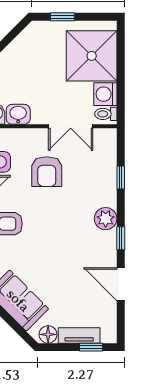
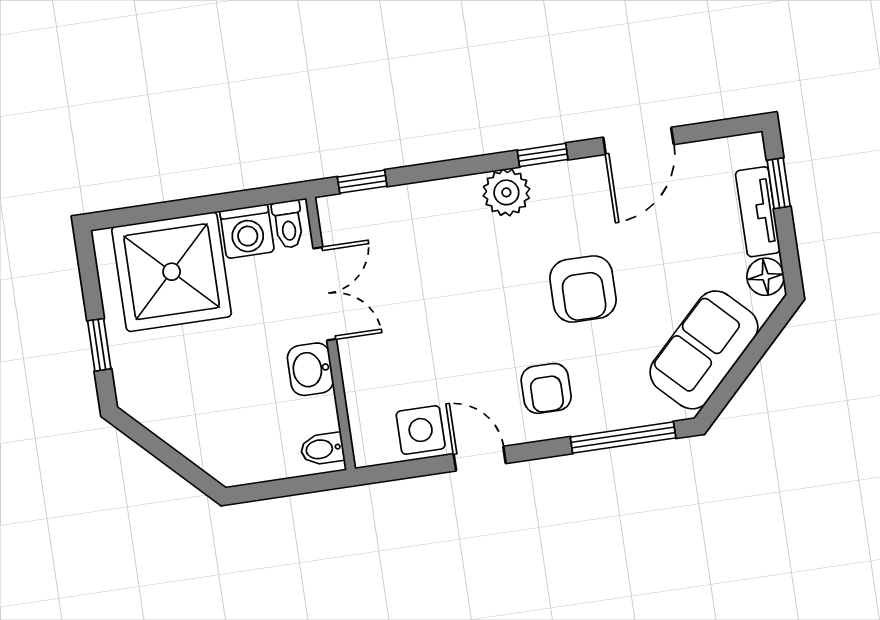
washbasin: (18, 114) -> (310, 369), moved
armchair: (47, 172) -> (583, 289), moved, turned 90
window: (121, 178) -> (362, 182), moved

